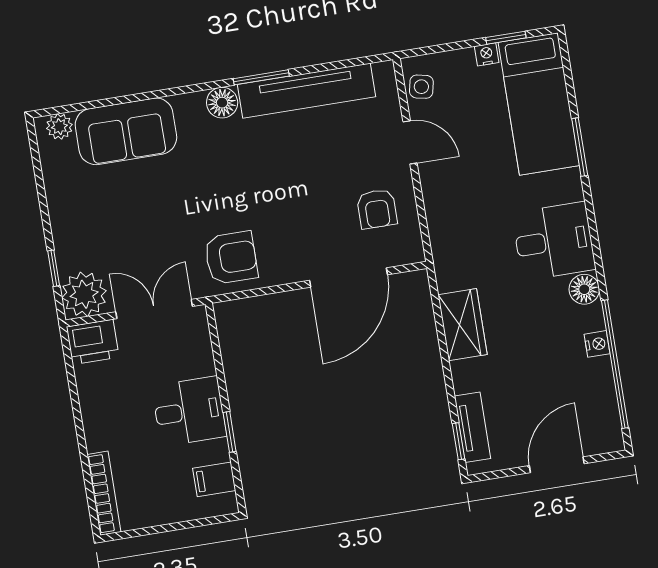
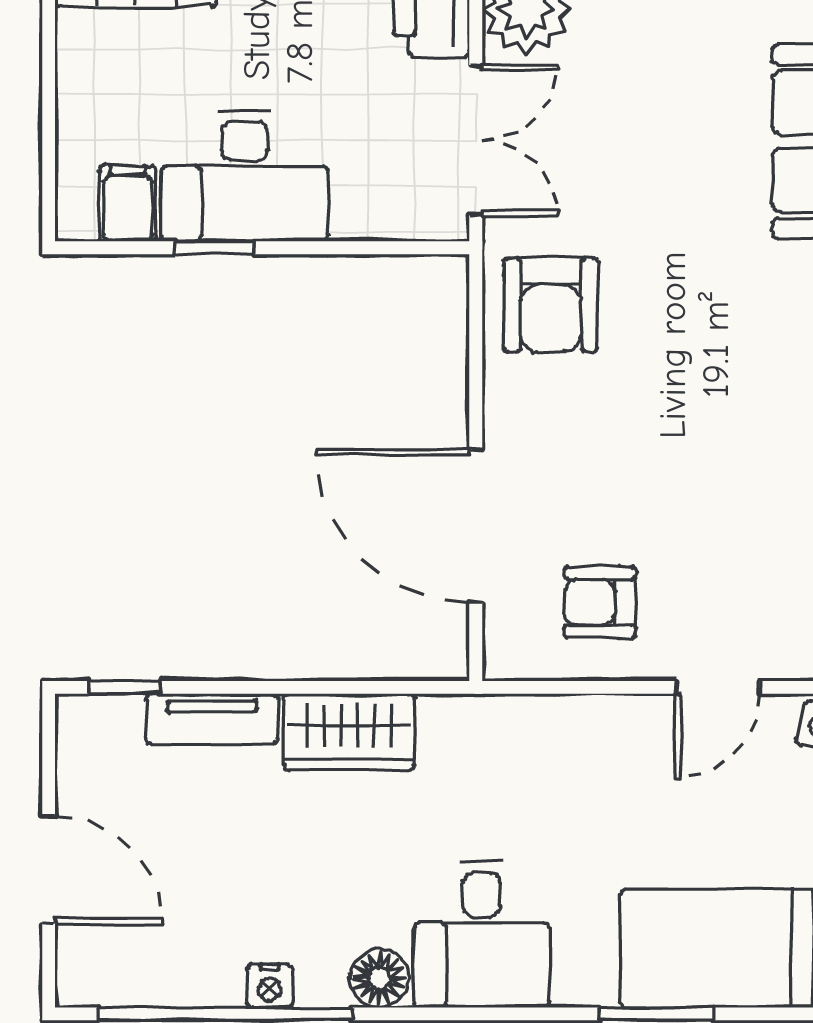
desk: (189, 411) -> (245, 176), width x1.37
tv unit: (473, 427) -> (212, 719), moved

